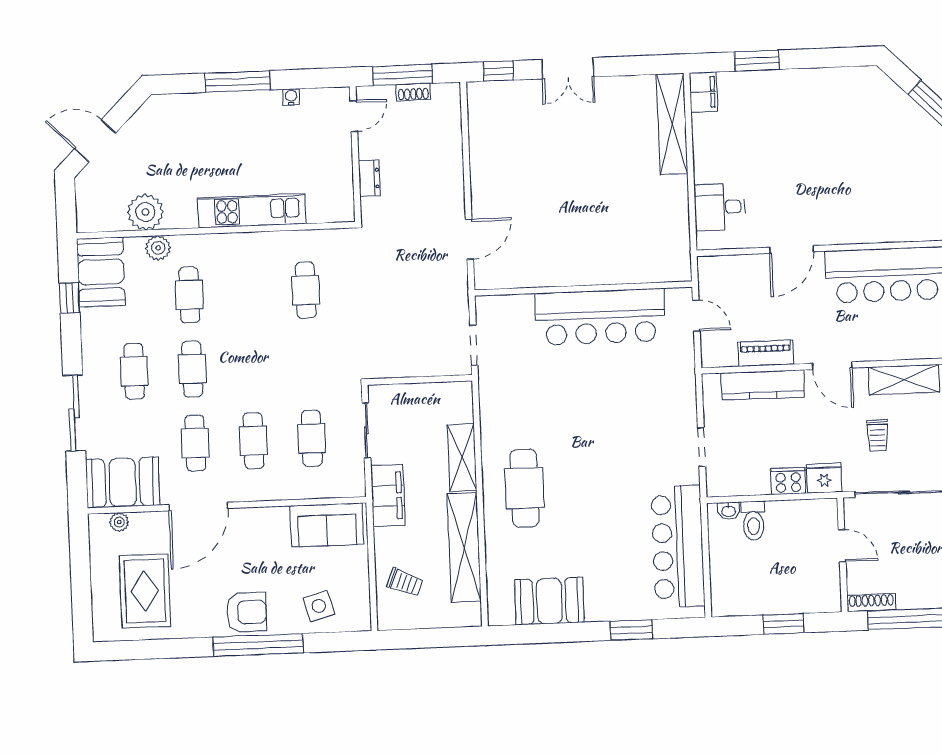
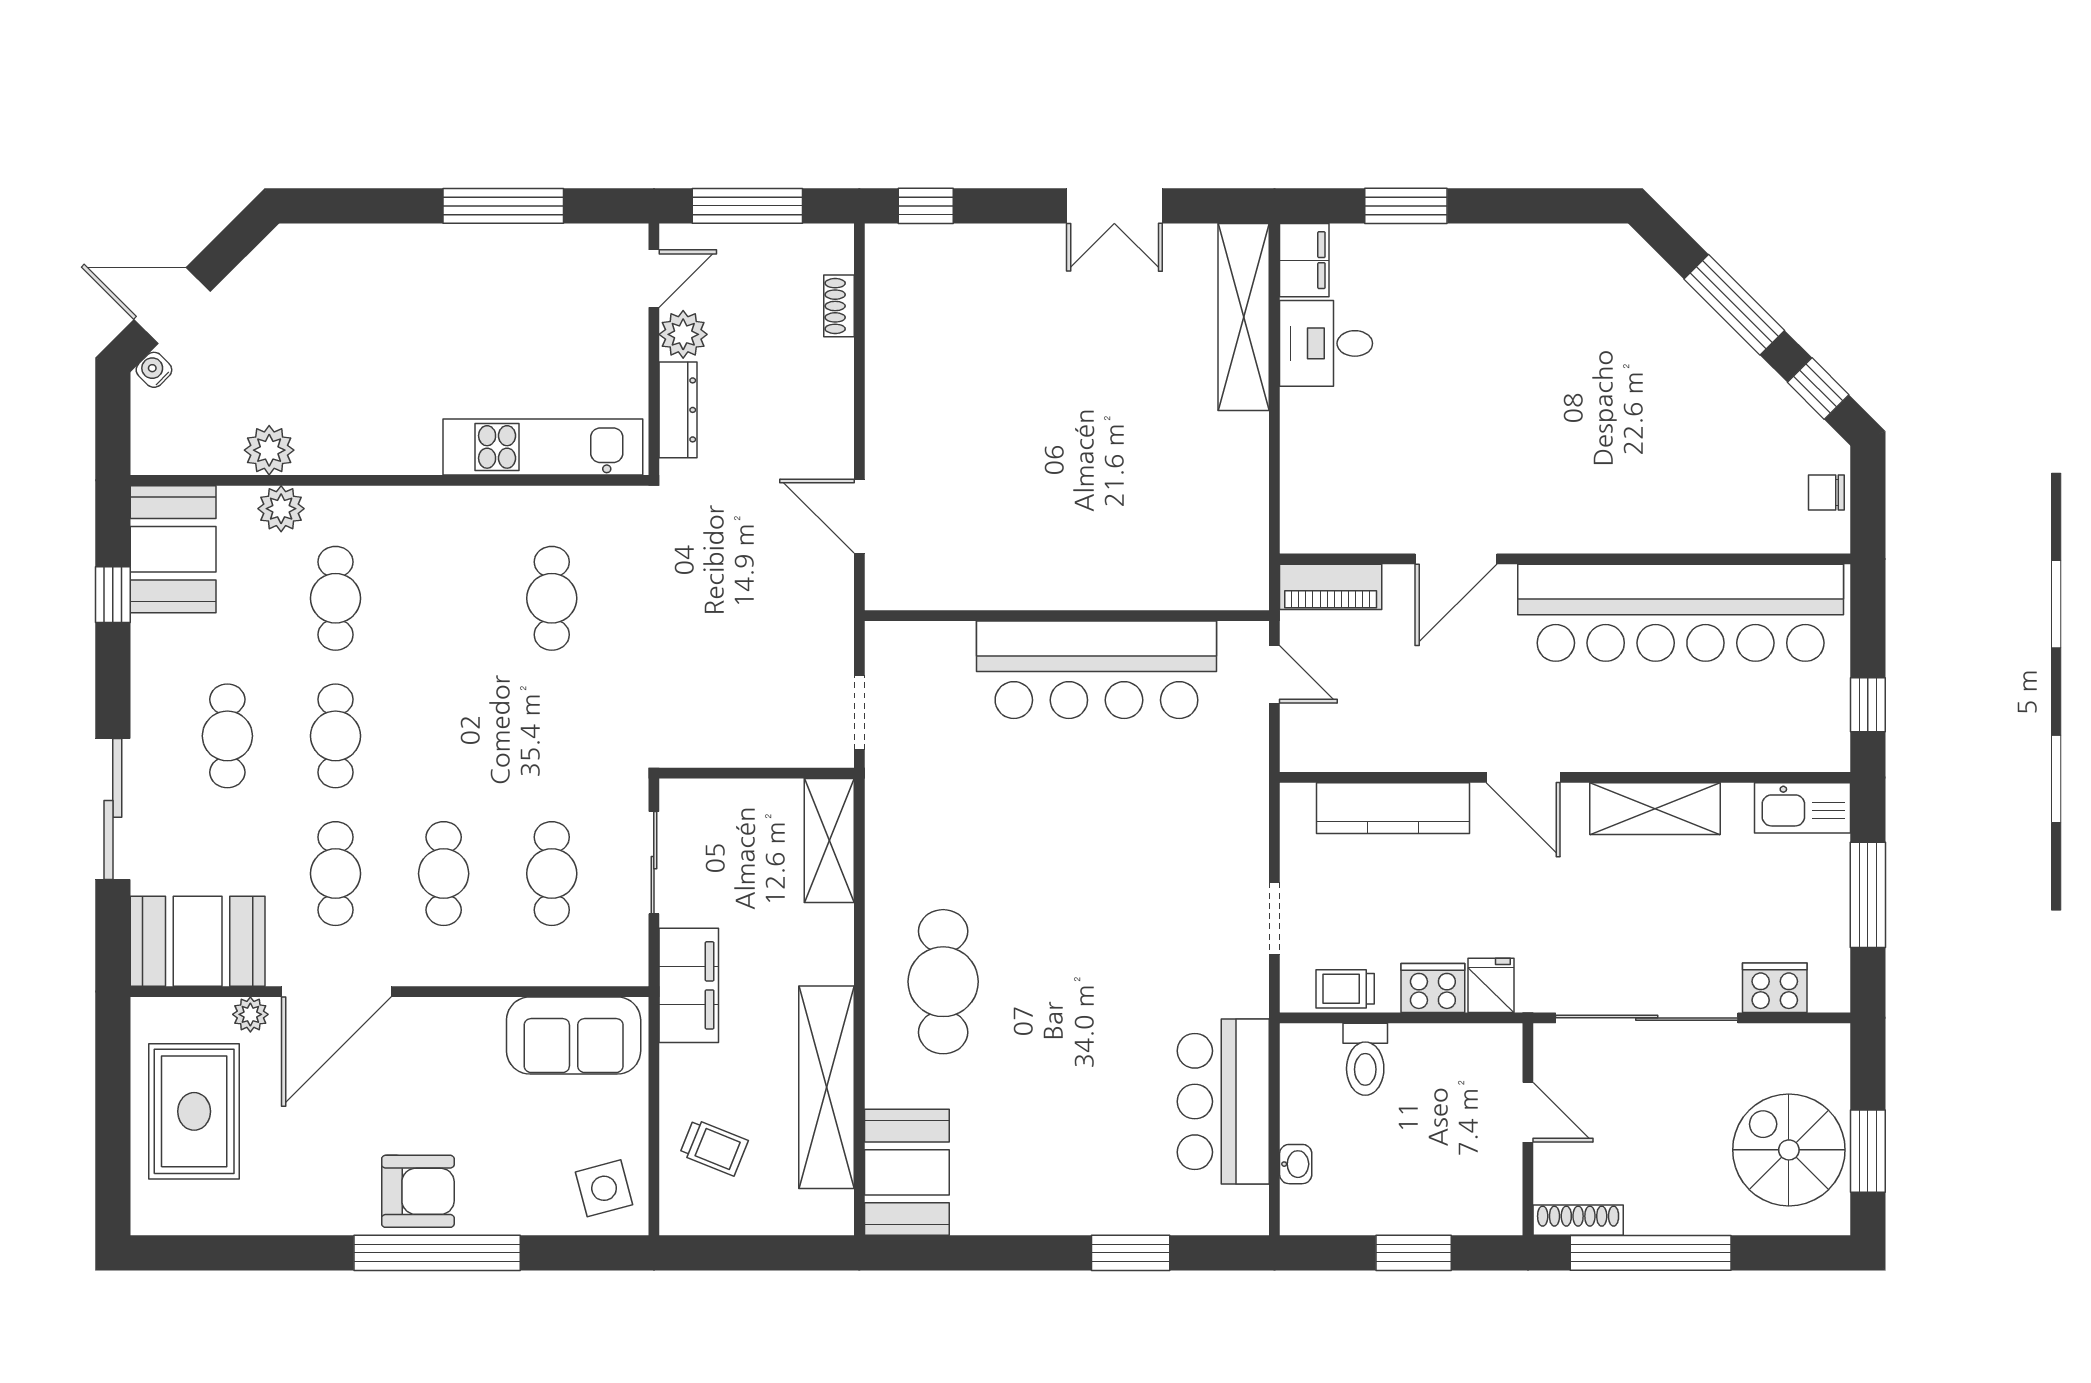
double door: (568, 68) -> (1114, 206), moved
window: (237, 81) -> (503, 206), moved
shoe rack: (413, 92) -> (839, 306), moved, turned 90
water cooler: (291, 97) -> (154, 370), moved, turned -45
plant: (371, 145) -> (683, 334), added
dresser: (369, 178) -> (678, 410), width x1.44
desk: (720, 207) -> (1326, 343), moved
kitchen unit: (252, 211) -> (543, 447), moved
plant: (145, 212) -> (269, 450), width x0.73, depth x0.73
door: (469, 239) -> (859, 516), swing flipped
piano: (766, 353) -> (1331, 587), moved, turned 180
trolley: (877, 435) -> (1345, 989), moved, turned 90
shelving: (462, 457) -> (829, 840), moved
fridge: (824, 478) -> (1491, 985), width x0.72
washbasin: (729, 511) -> (1296, 1164), moved, turned -90
plant: (119, 522) -> (250, 1014), moved
bar counter: (678, 547) -> (1223, 1102), width x0.73
rug: (145, 591) -> (194, 1111), moved
booth: (549, 601) -> (907, 1172), moved, turned 90
side table: (319, 606) -> (604, 1188), moved

